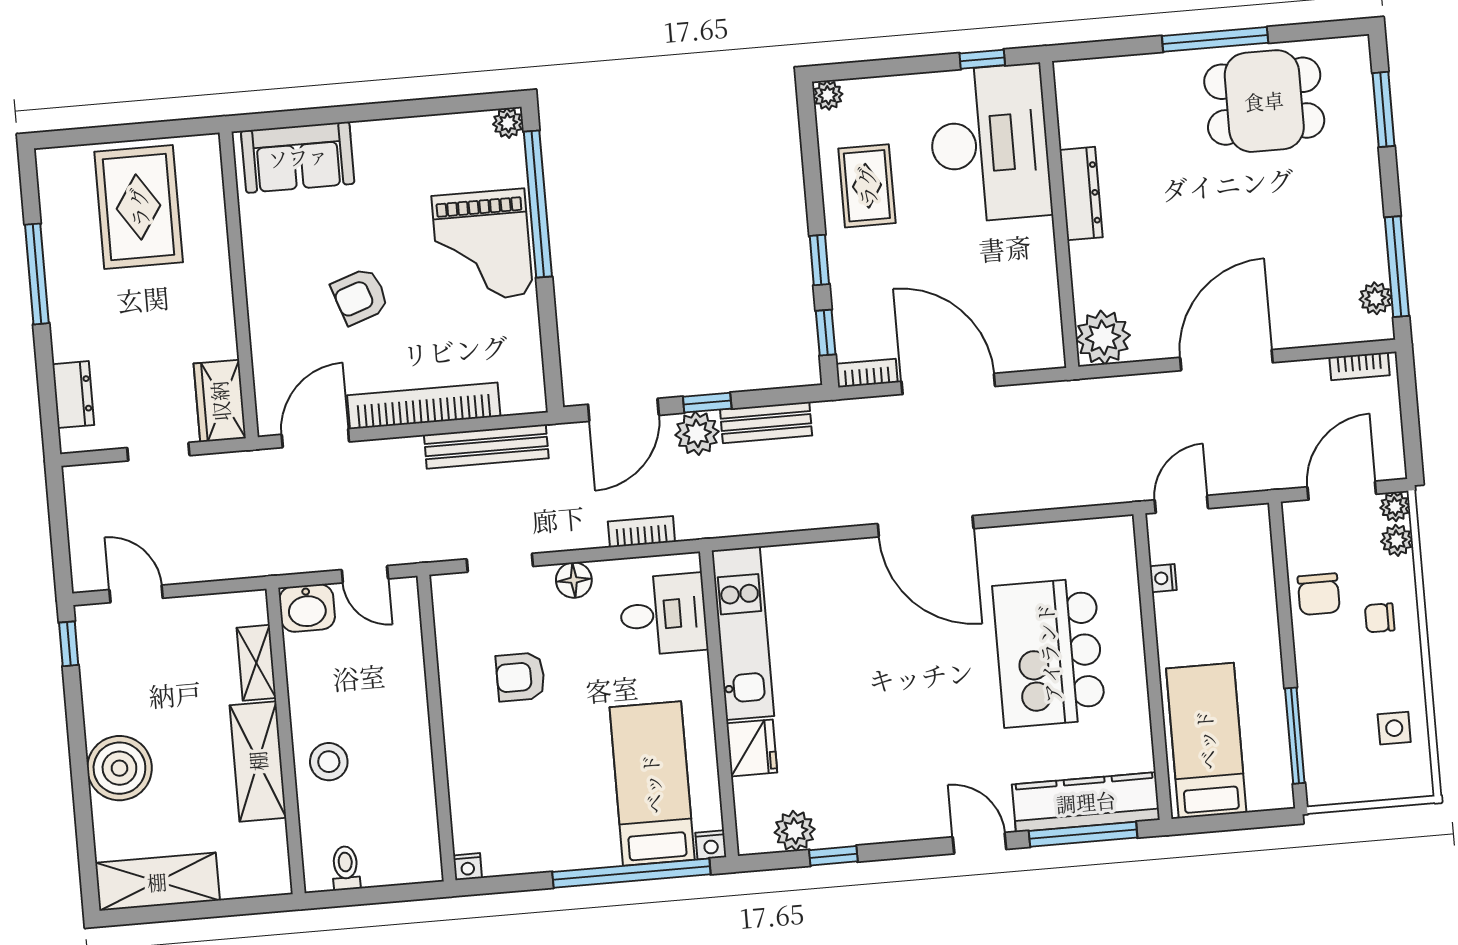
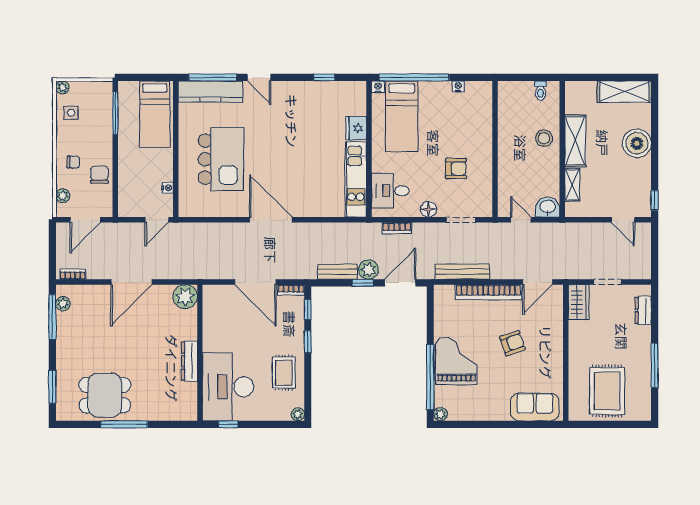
plant: (1395, 507) -> (62, 87), moved
plant: (795, 831) -> (340, 90), removed
nightstand: (468, 867) -> (458, 86), moved

